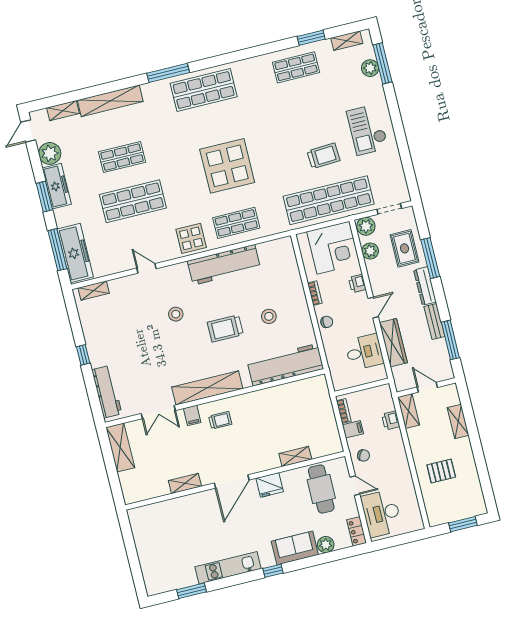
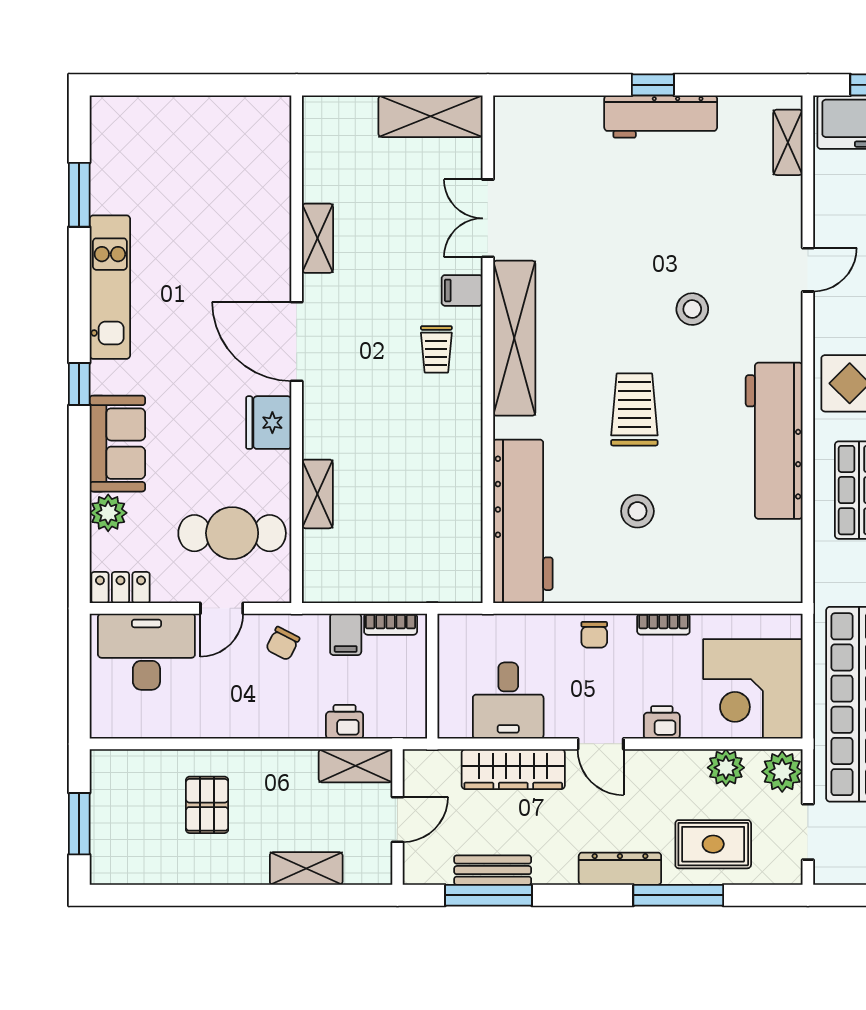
bench: (434, 321) -> (493, 870), moved
workbench: (107, 392) -> (661, 117), moved

